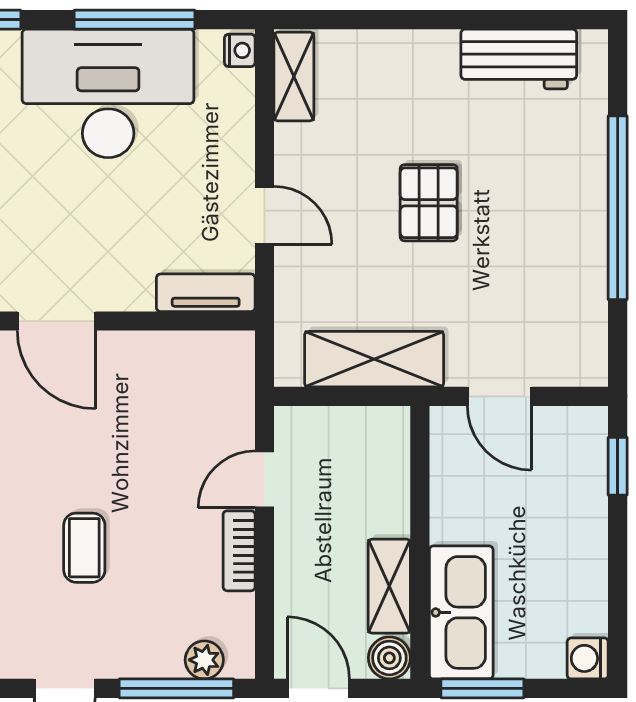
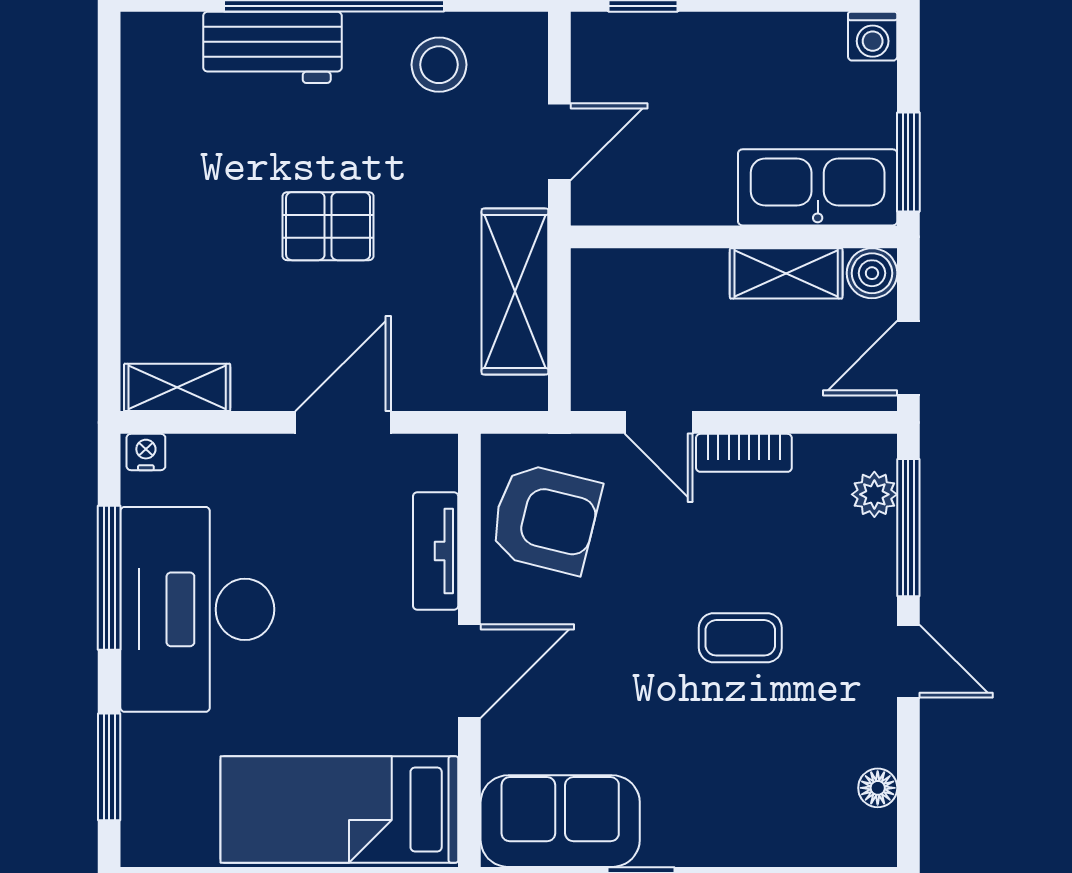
workbench: (519, 59) -> (272, 47), moved, turned 90
door: (264, 215) -> (343, 422), width x1.37
tv unit: (206, 293) -> (436, 551), moved
stool: (564, 296) -> (439, 65), added
armchair: (184, 384) -> (545, 518), added

